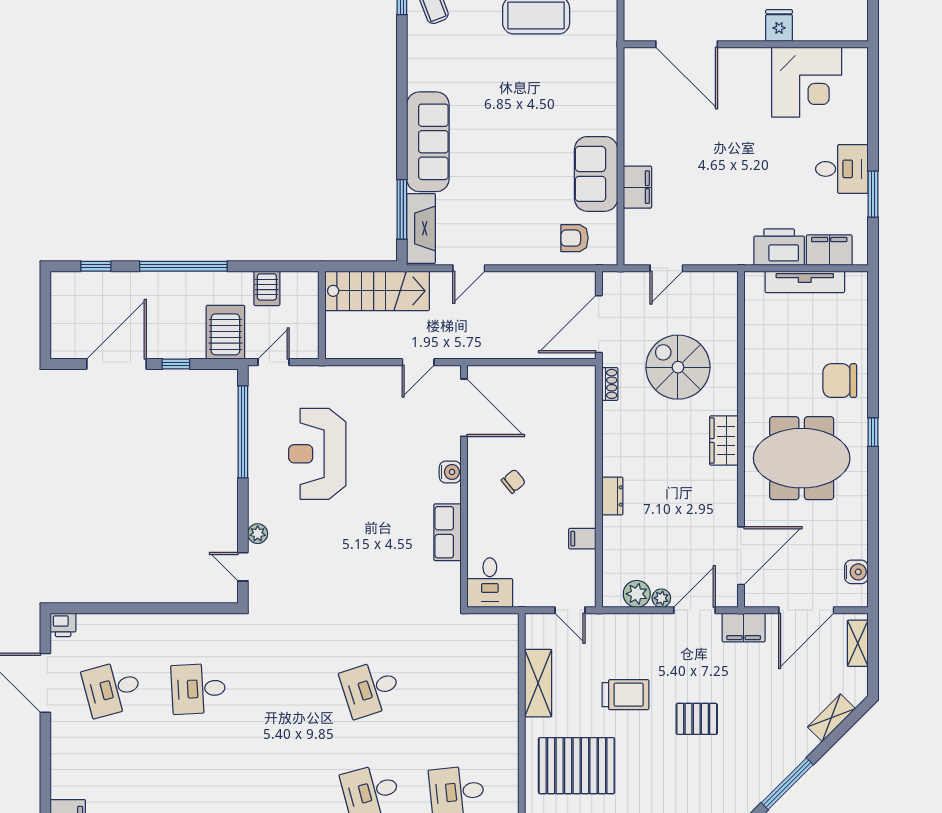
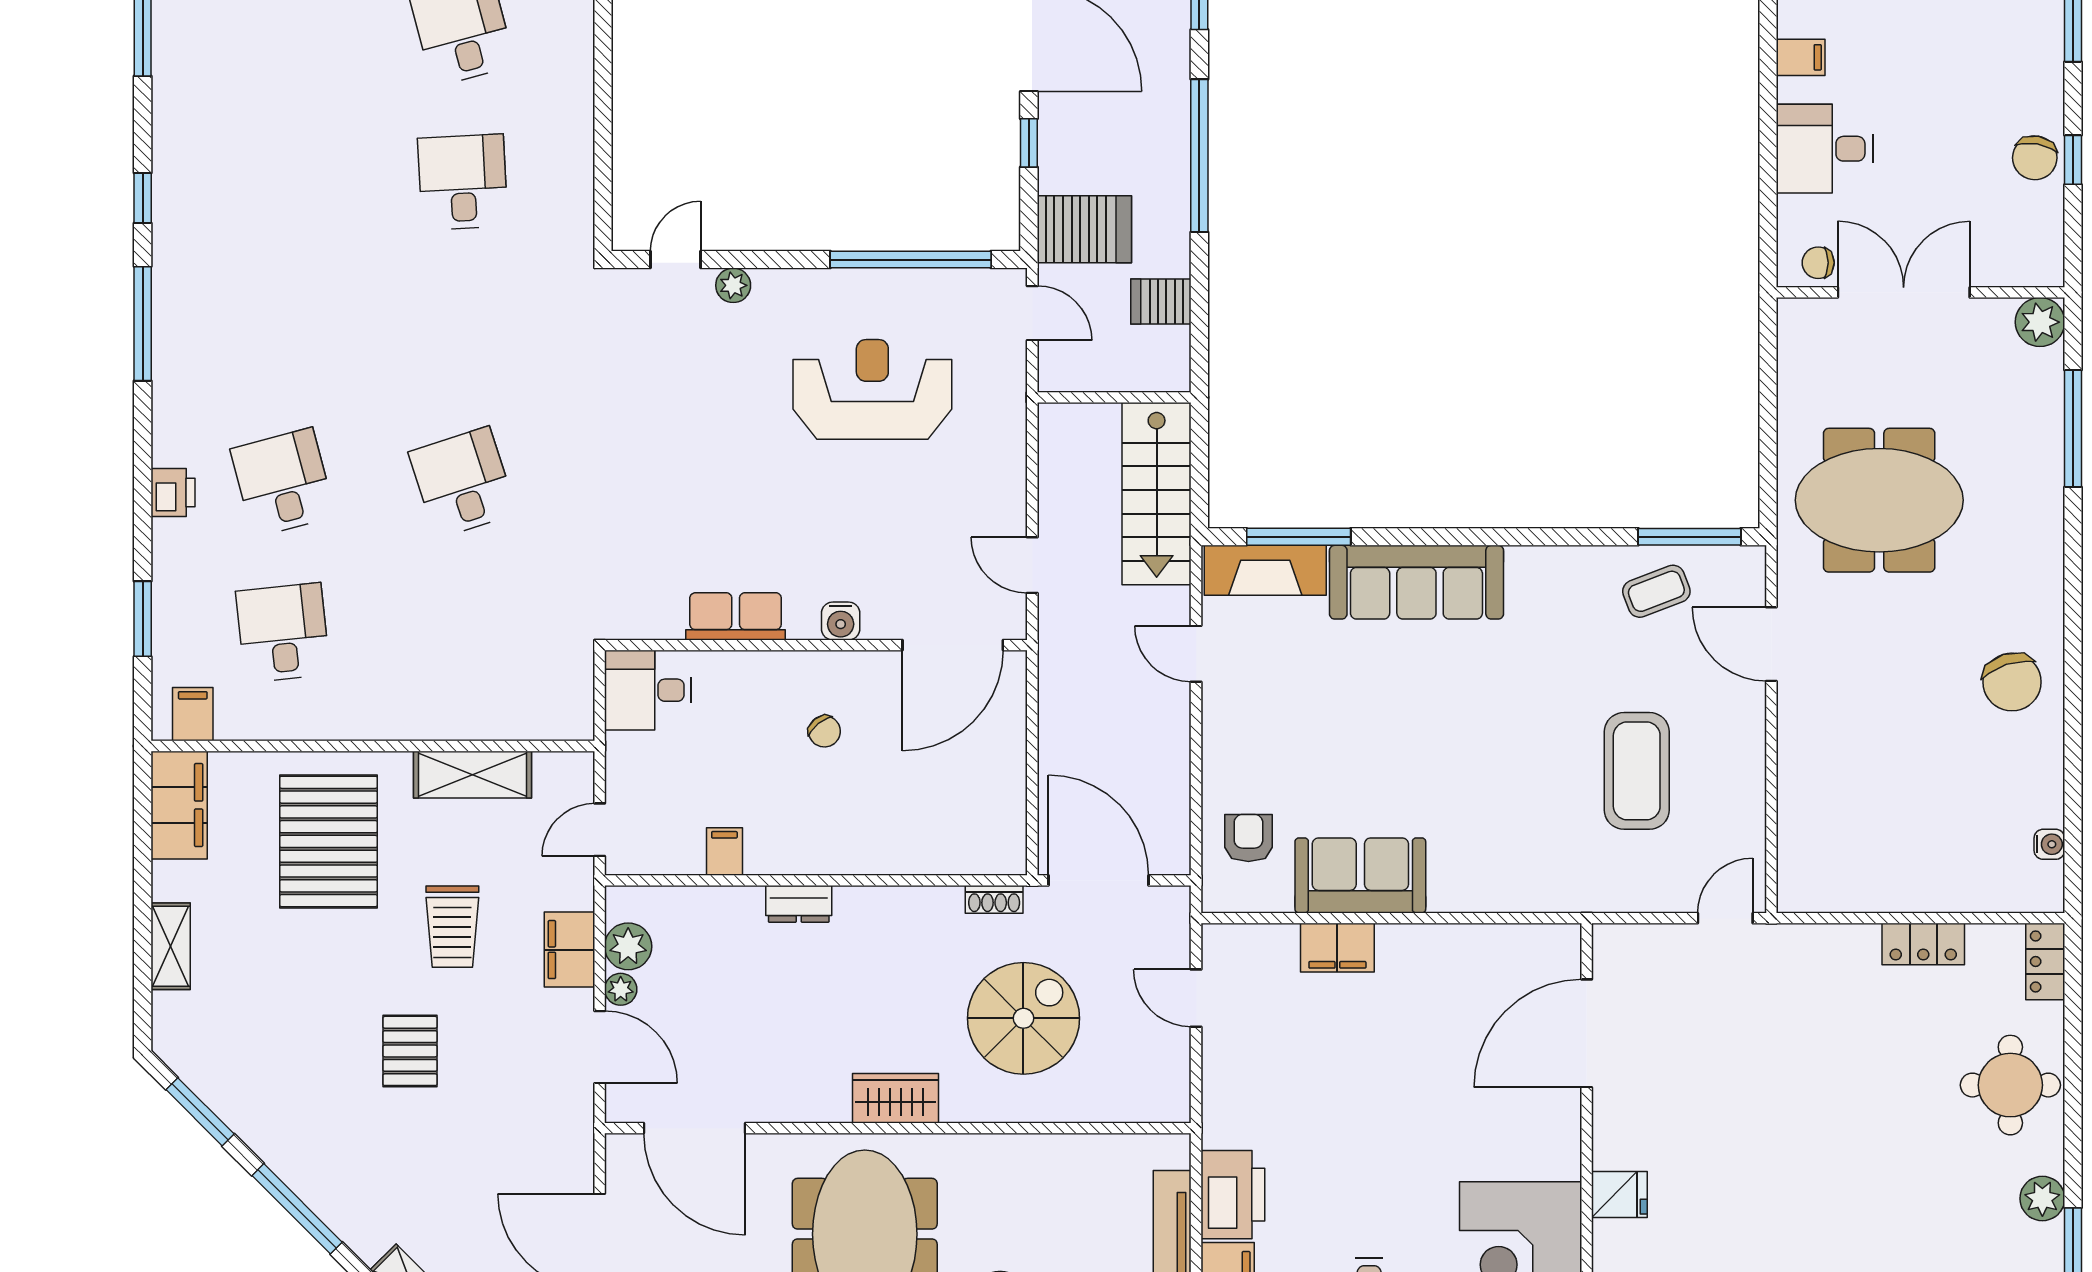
filing cabinet: (744, 627) -> (569, 950), moved

